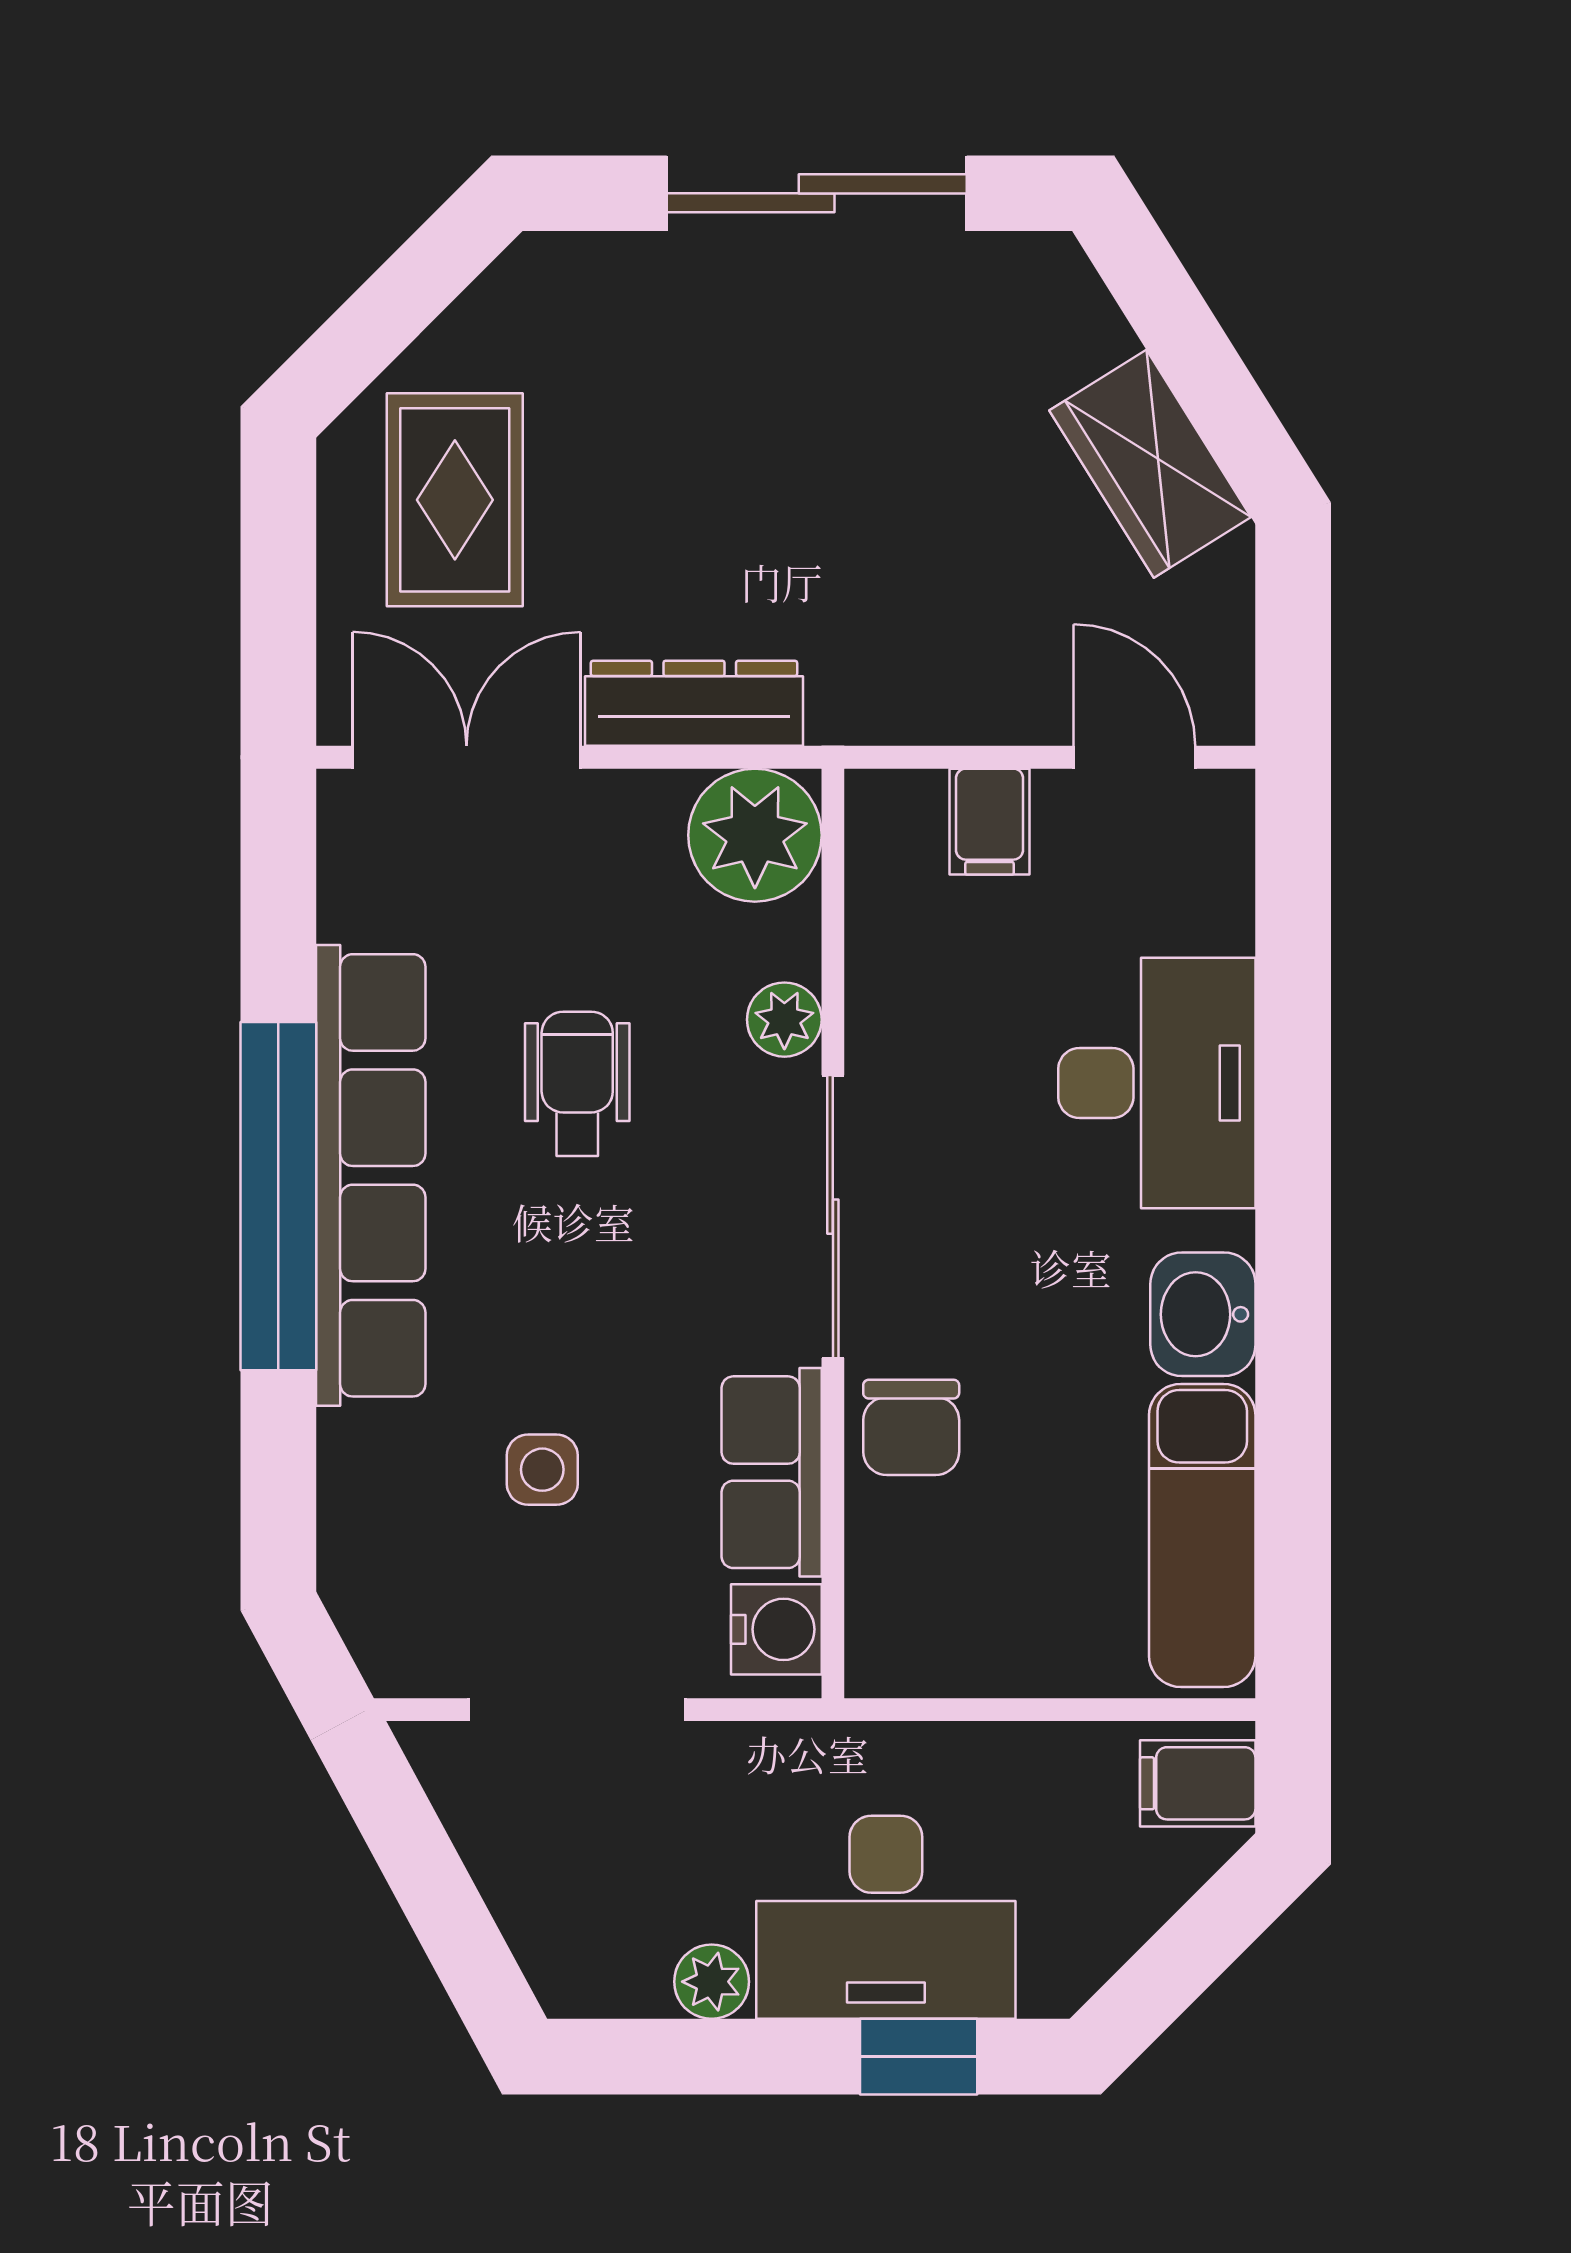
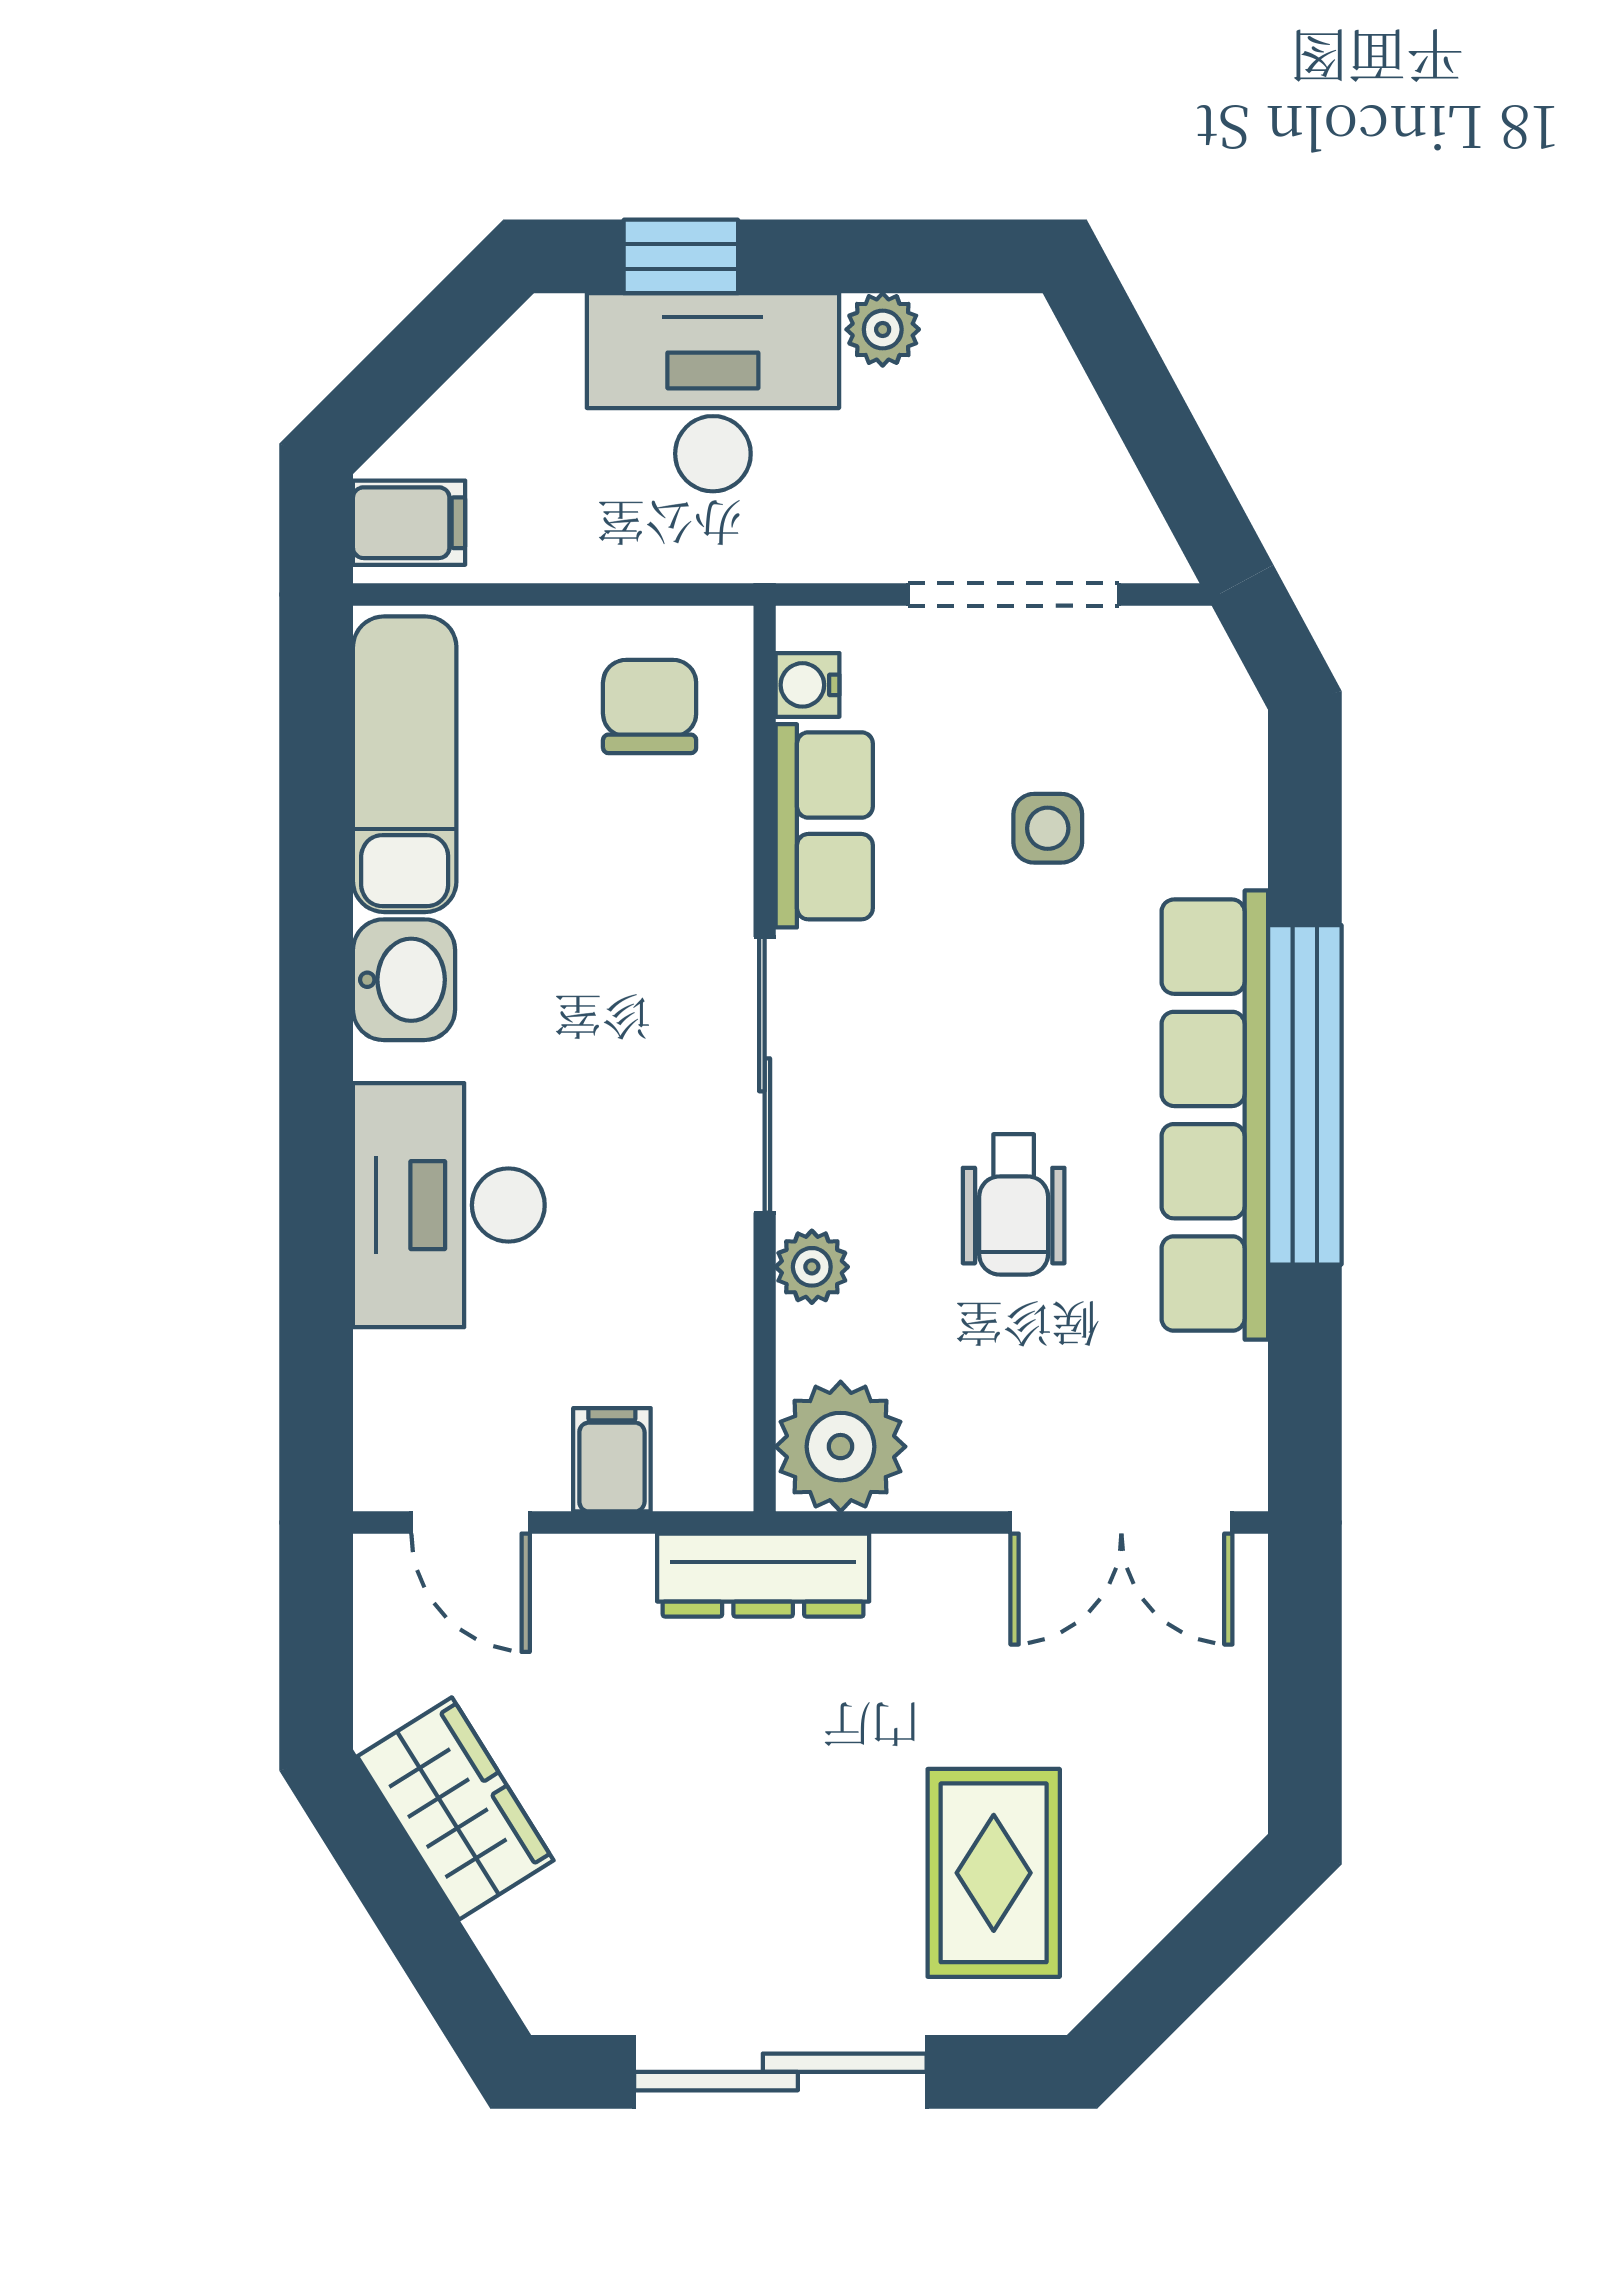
rug: (455, 500) -> (994, 1873), moved
dresser: (694, 703) -> (763, 1575), moved
chair: (911, 1427) -> (650, 707), moved
water cooler: (776, 1629) -> (807, 685), width x0.72, depth x0.72

